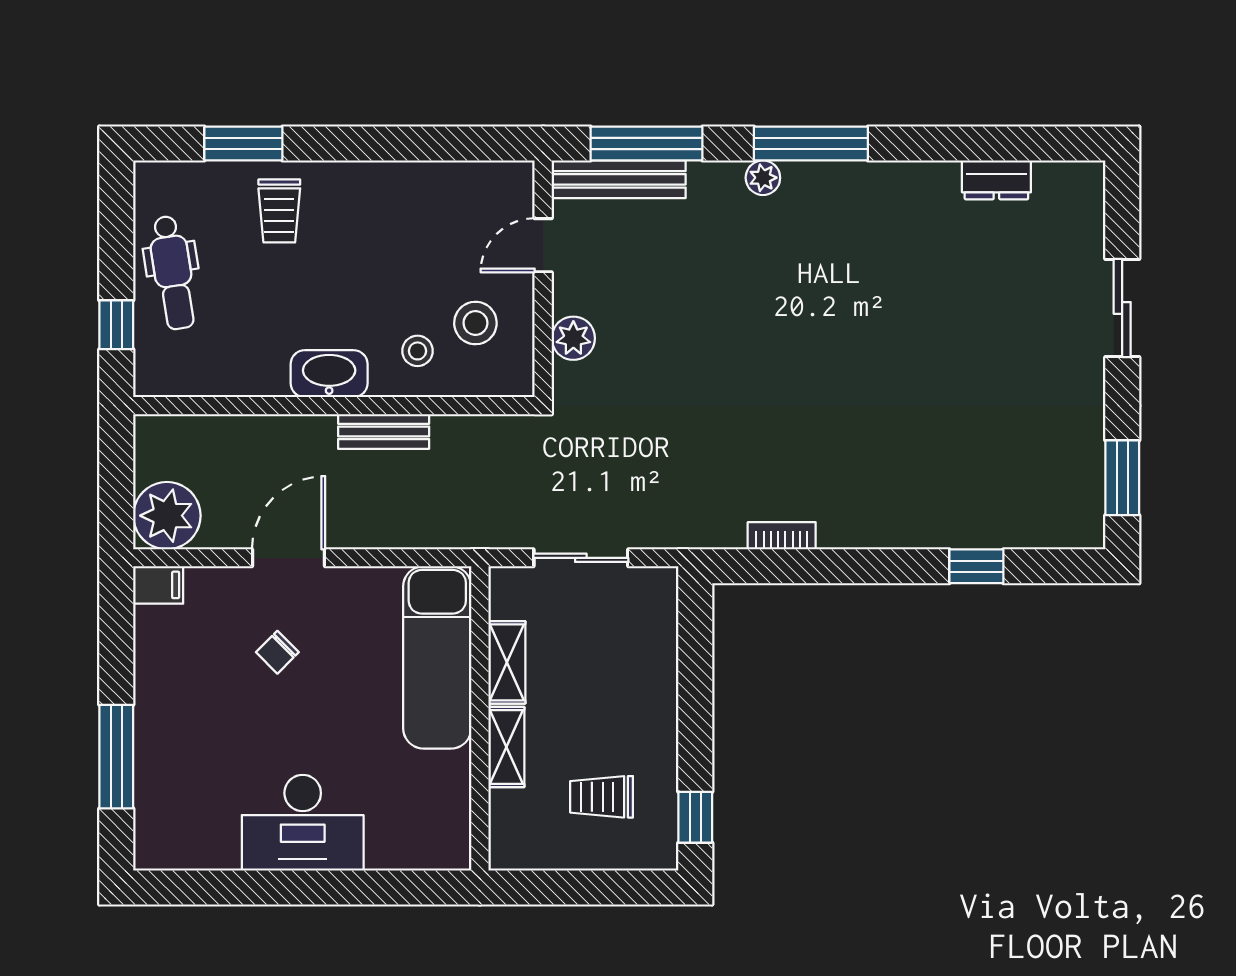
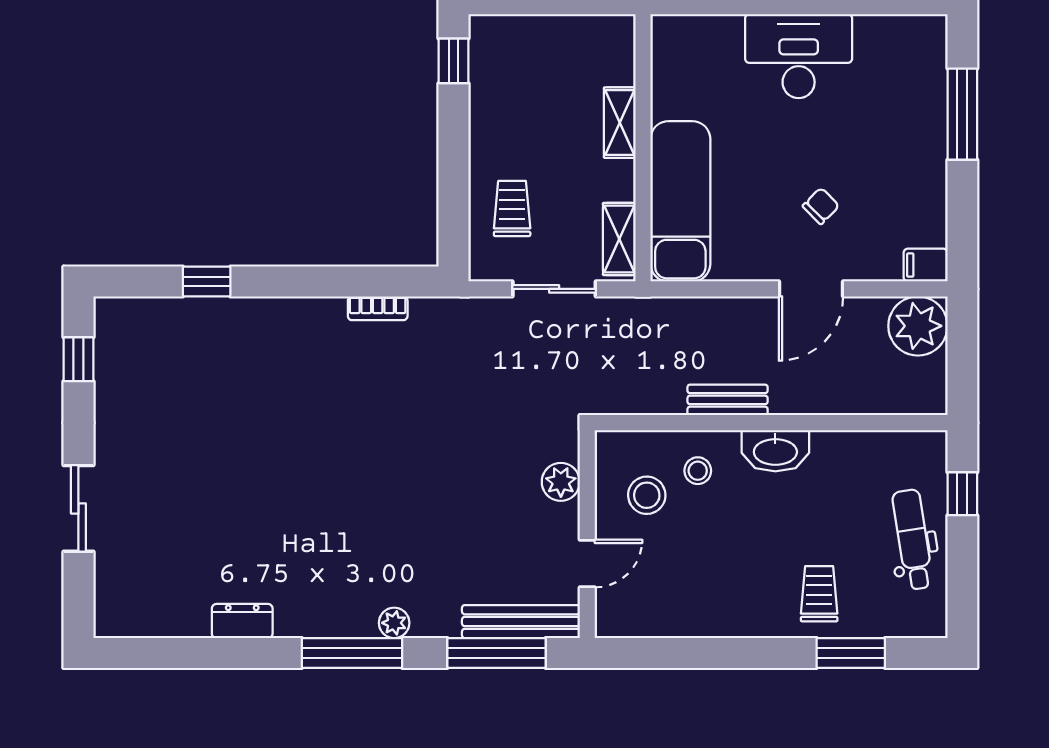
dresser: (996, 180) -> (242, 621), moved
window: (1122, 478) -> (78, 359), width x0.67
shelving: (507, 662) -> (619, 239), moved
trolley: (602, 797) -> (512, 209), moved, turned -90

